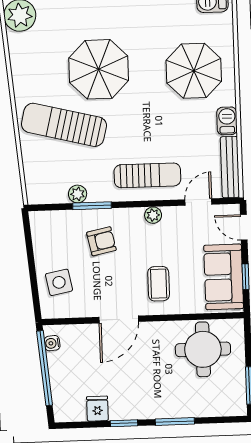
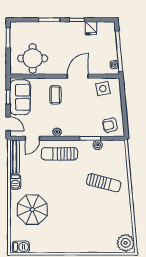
parasol: (99, 69) -> (84, 212), removed
sun lounger: (64, 125) -> (104, 183), width x0.73, depth x0.75
armchair: (101, 241) -> (110, 125), moved
side table: (59, 282) -> (103, 89), moved

